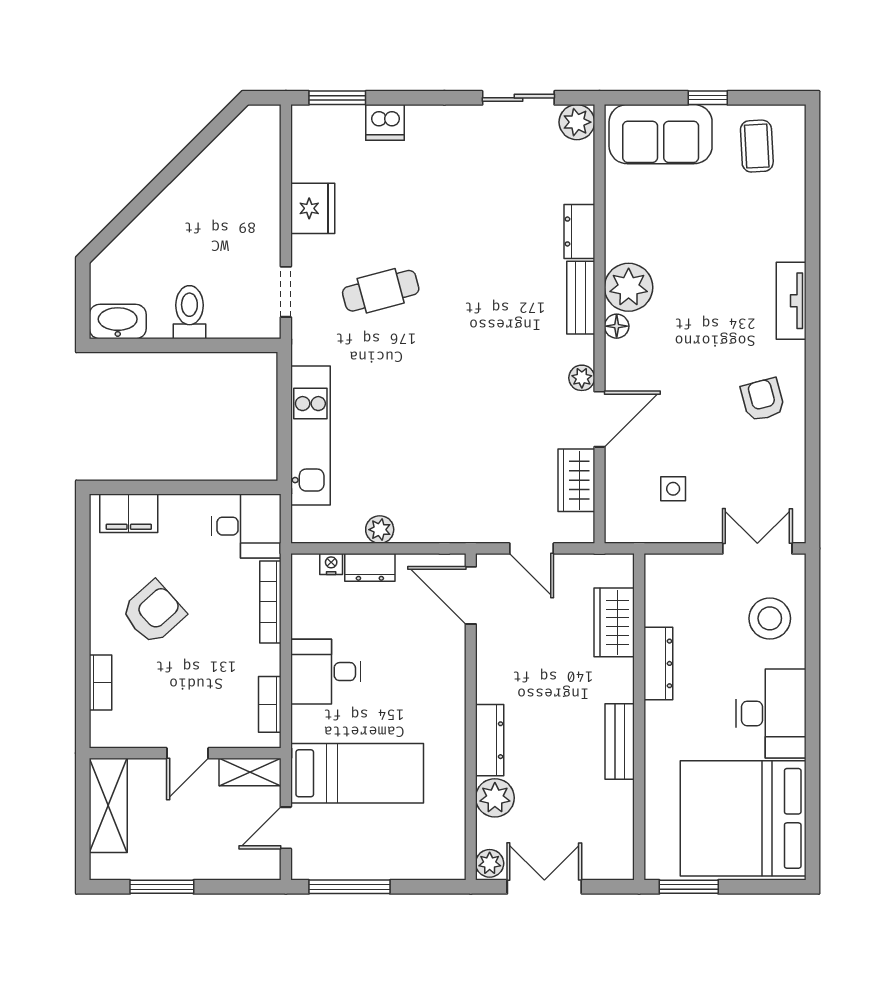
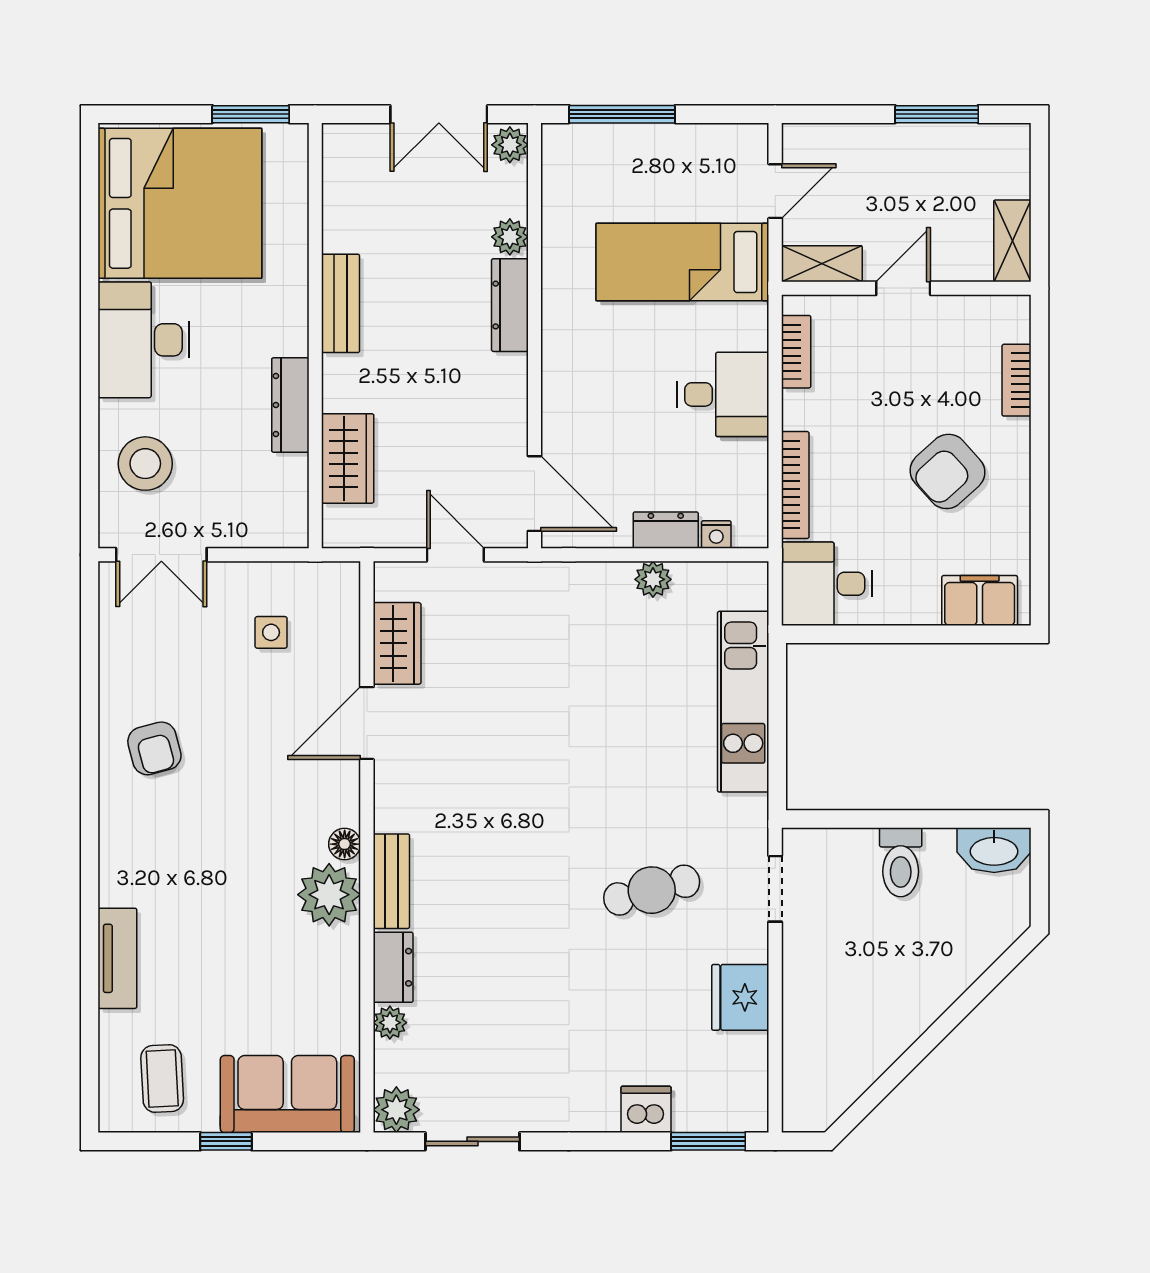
tv unit: (791, 301) -> (117, 958), moved
plant: (582, 378) -> (390, 1023), moved
plant: (495, 798) -> (510, 237), width x0.73, depth x0.73
shelving: (108, 805) -> (1012, 241), width x0.67, depth x0.75
window: (349, 887) -> (622, 114), moved

